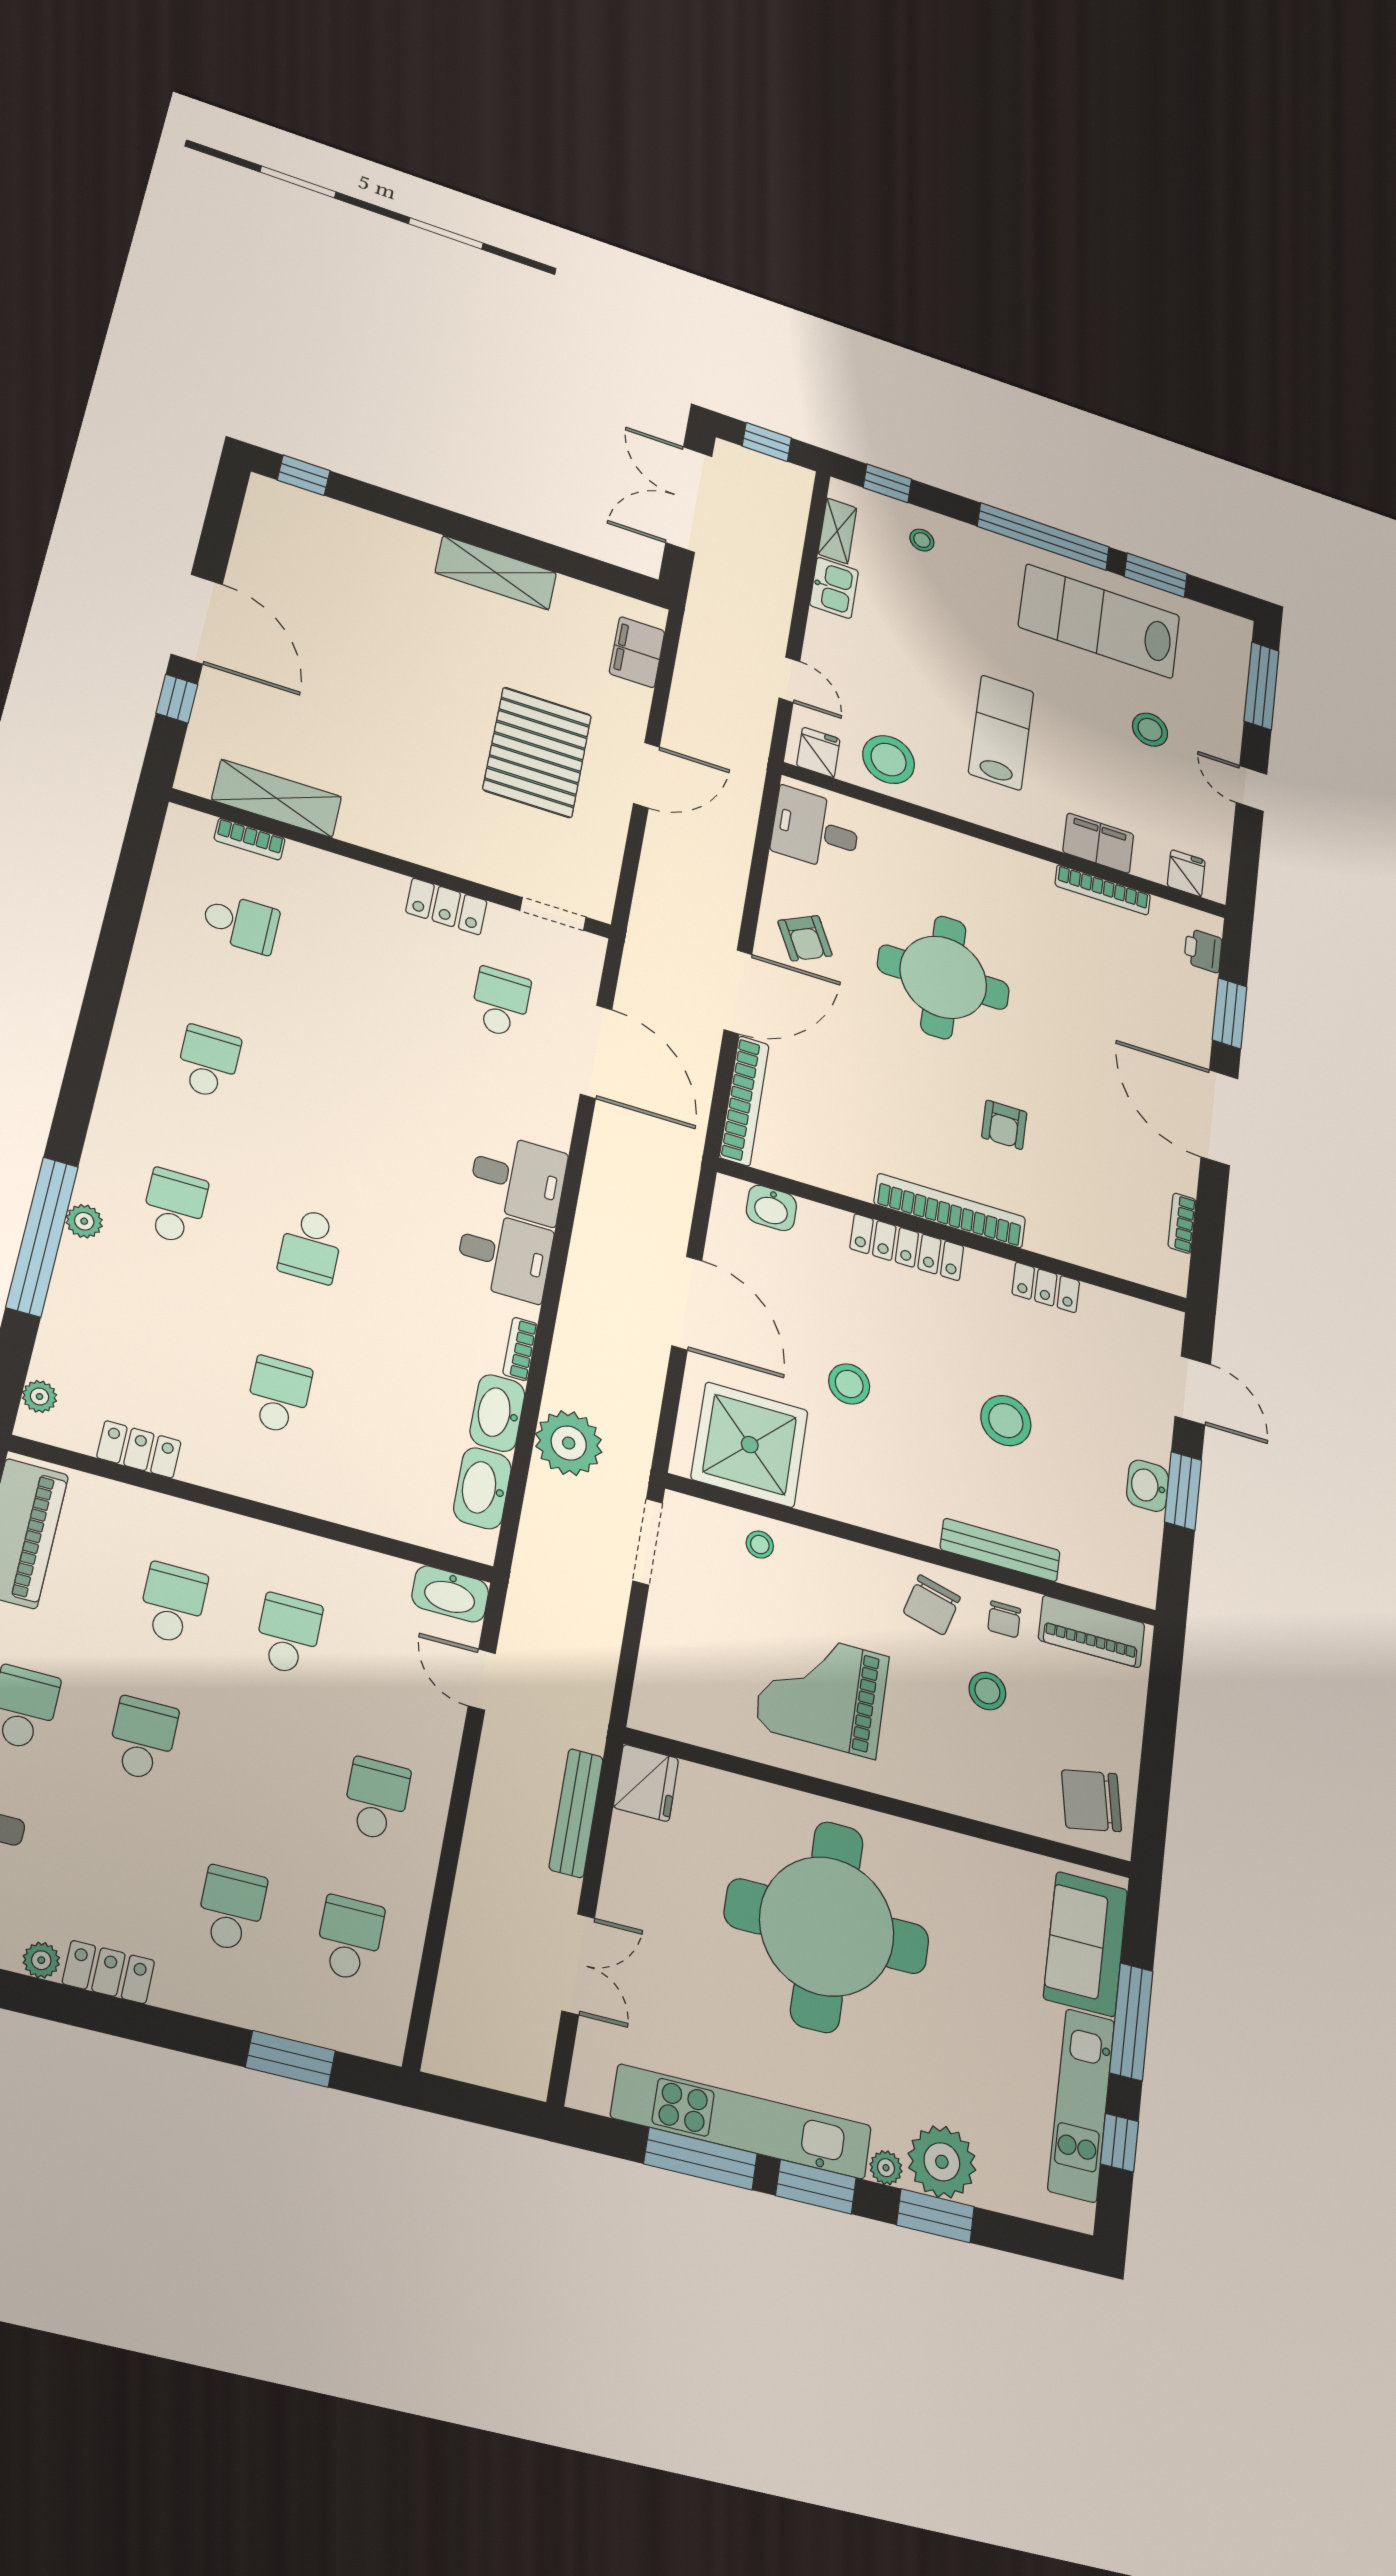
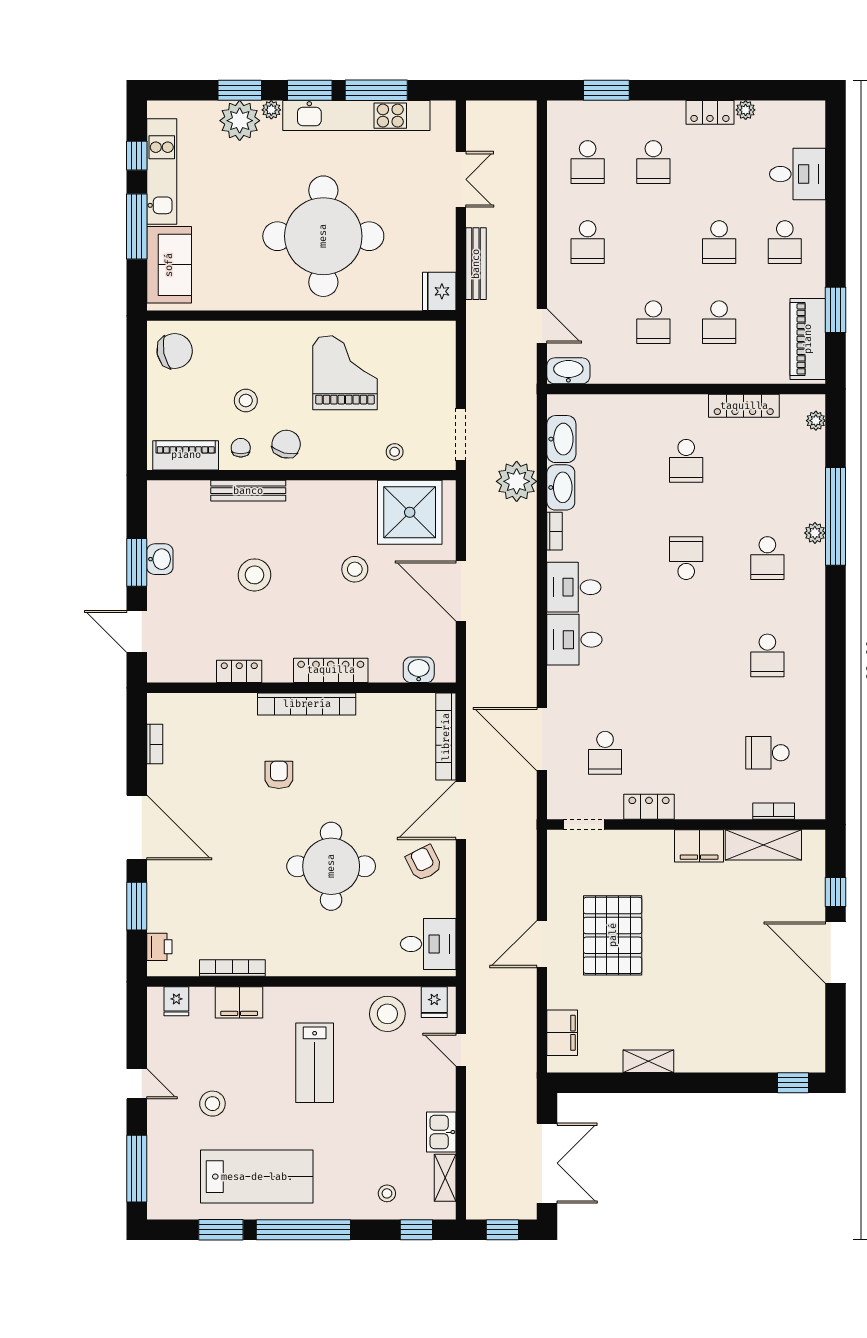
shelving: (496, 573) -> (648, 1061), width x0.67, depth x0.75
filing cabinet: (379, 829) -> (699, 846), added
locker: (139, 1449) -> (744, 406), width x1.53
grand piano: (822, 1692) -> (345, 373), turned -90
double door: (578, 1964) -> (461, 179), swing flipped

